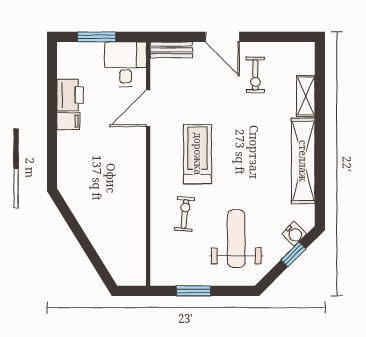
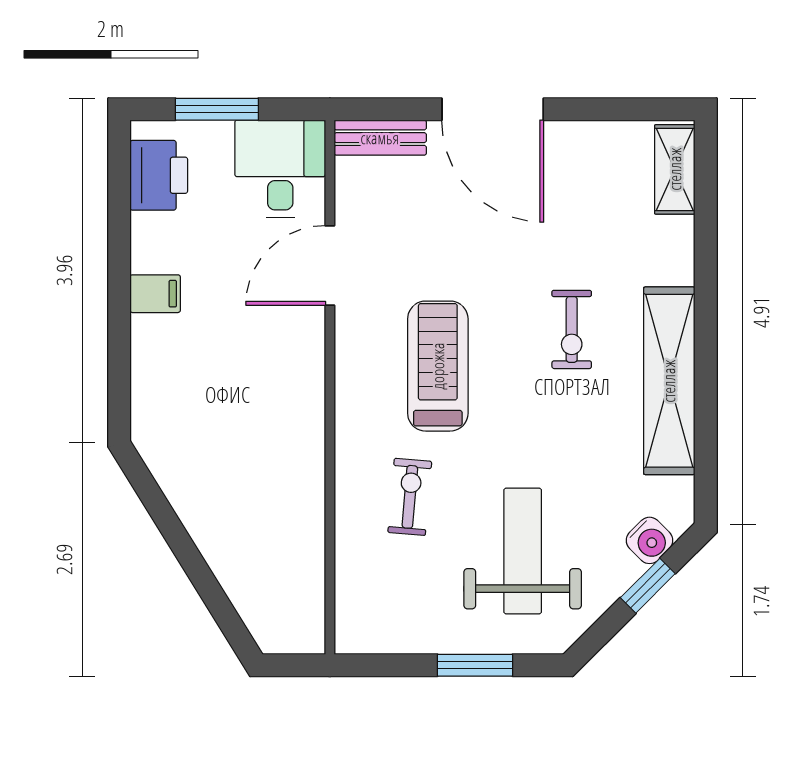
door: (223, 37) -> (493, 109), width x1.36
exercise bike: (255, 75) -> (572, 329), moved
printer: (70, 95) -> (159, 175), moved
shelving: (306, 96) -> (675, 169), moved
window: (194, 291) -> (475, 665), moved

